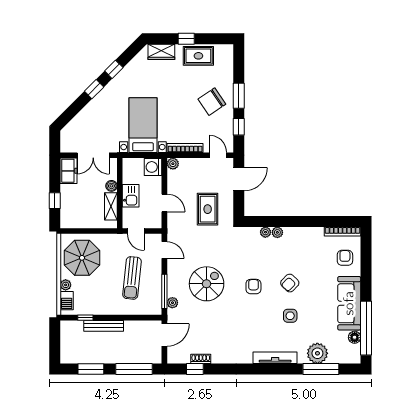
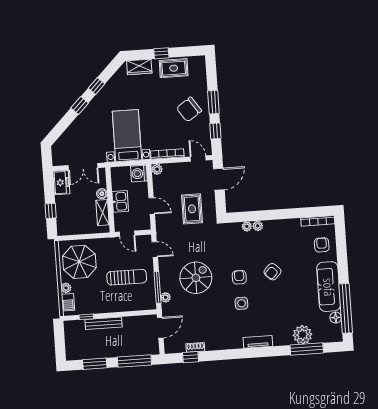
sun lounger: (132, 278) -> (127, 277), turned -96
side table: (290, 316) -> (241, 303), moved
tv unit: (275, 358) -> (258, 342), width x0.71

